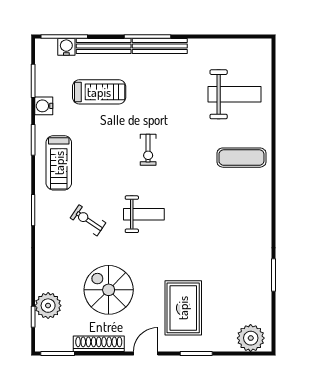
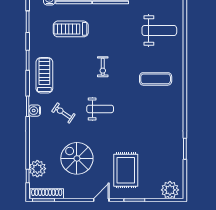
treadmill: (99, 92) -> (71, 29), turned 180
water cooler: (44, 106) -> (35, 111), moved
exercise mat: (241, 158) -> (156, 79), moved
treadmill: (59, 163) -> (44, 75), turned 180
shoe rack: (99, 344) -> (47, 194), moved

